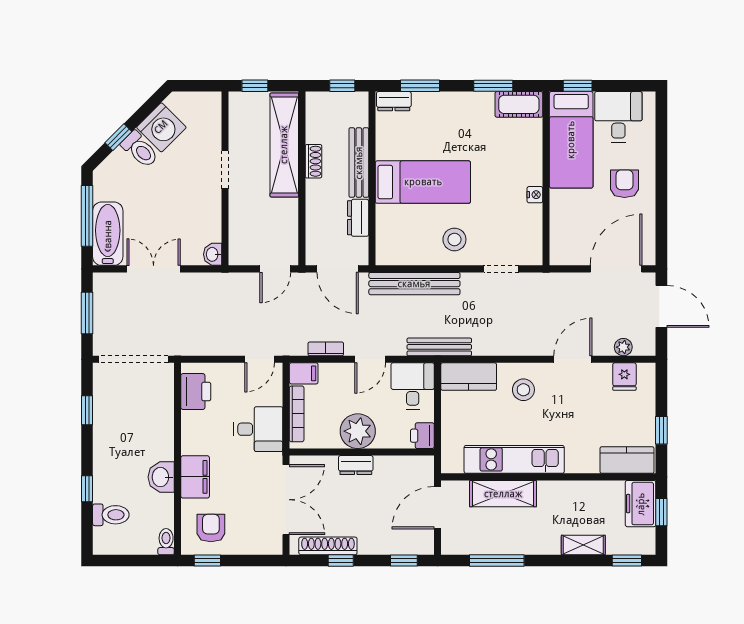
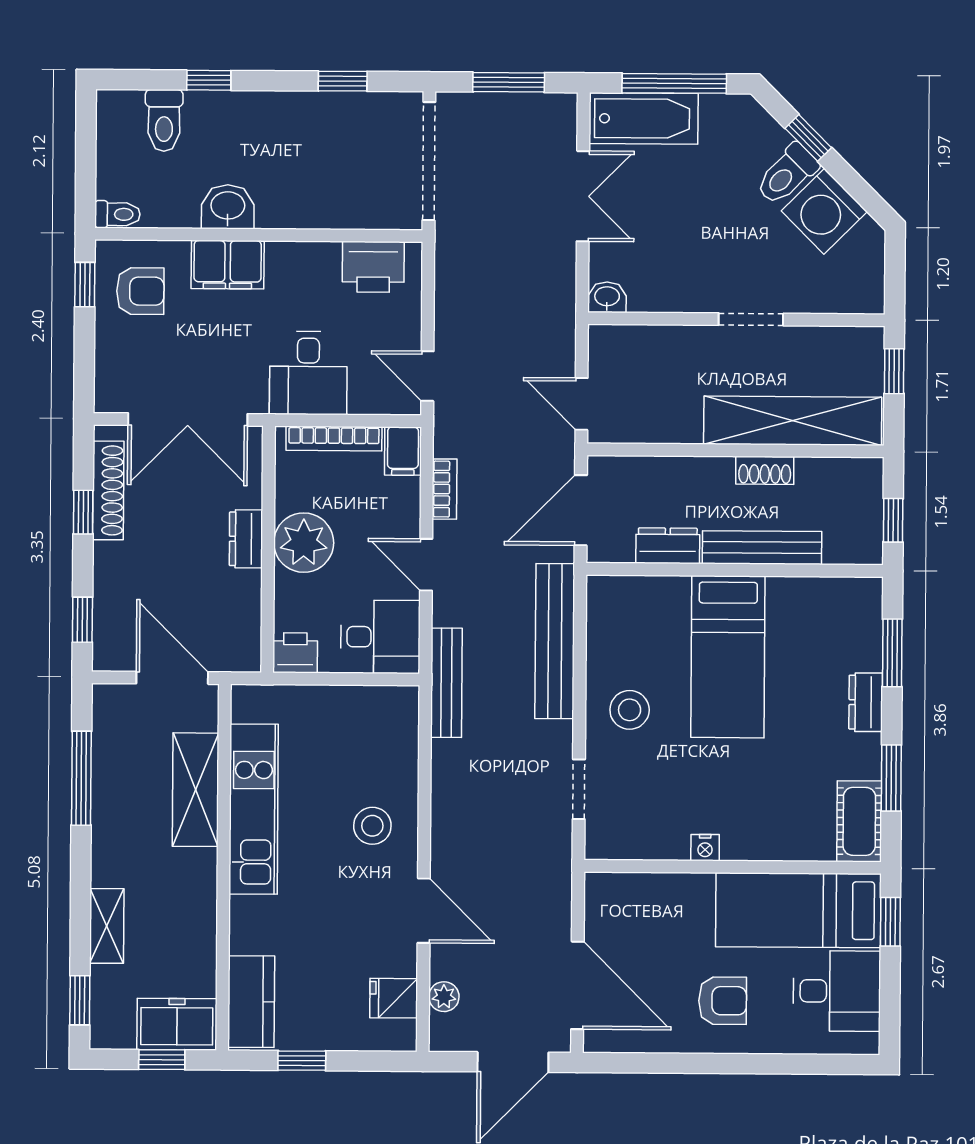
dresser: (394, 101) -> (866, 702), moved
kitchen counter: (469, 377) -> (395, 733), removed

